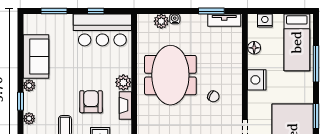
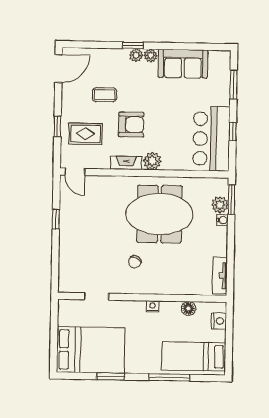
window: (211, 11) -> (231, 200), moved
nightstand: (257, 80) -> (152, 306), width x0.53, depth x0.56
plant: (29, 119) -> (136, 55), moved

